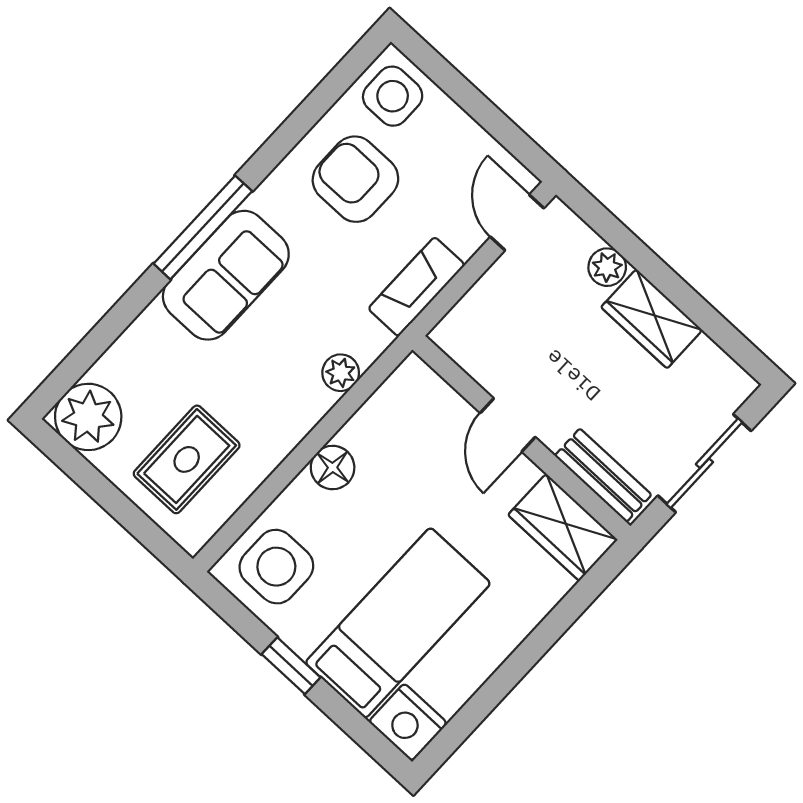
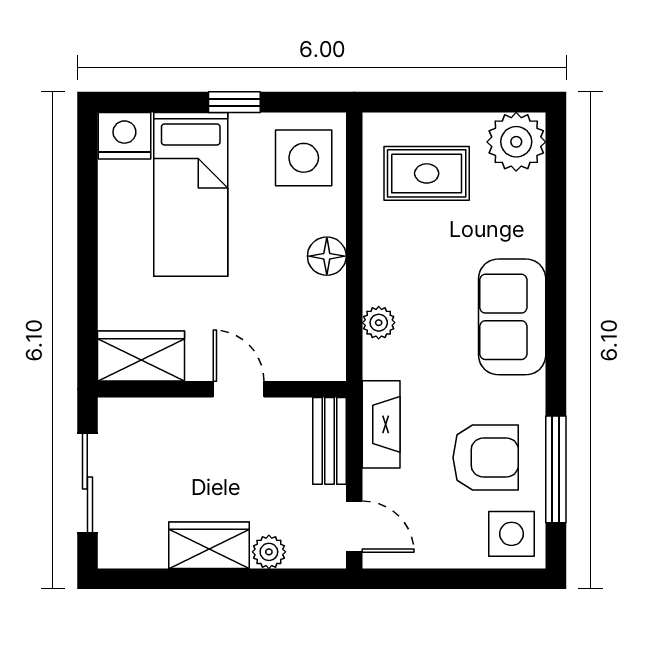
window: (203, 227) -> (556, 469), moved
rug: (187, 459) -> (427, 173), turned 90
bench: (603, 475) -> (330, 441), moved, turned 90

